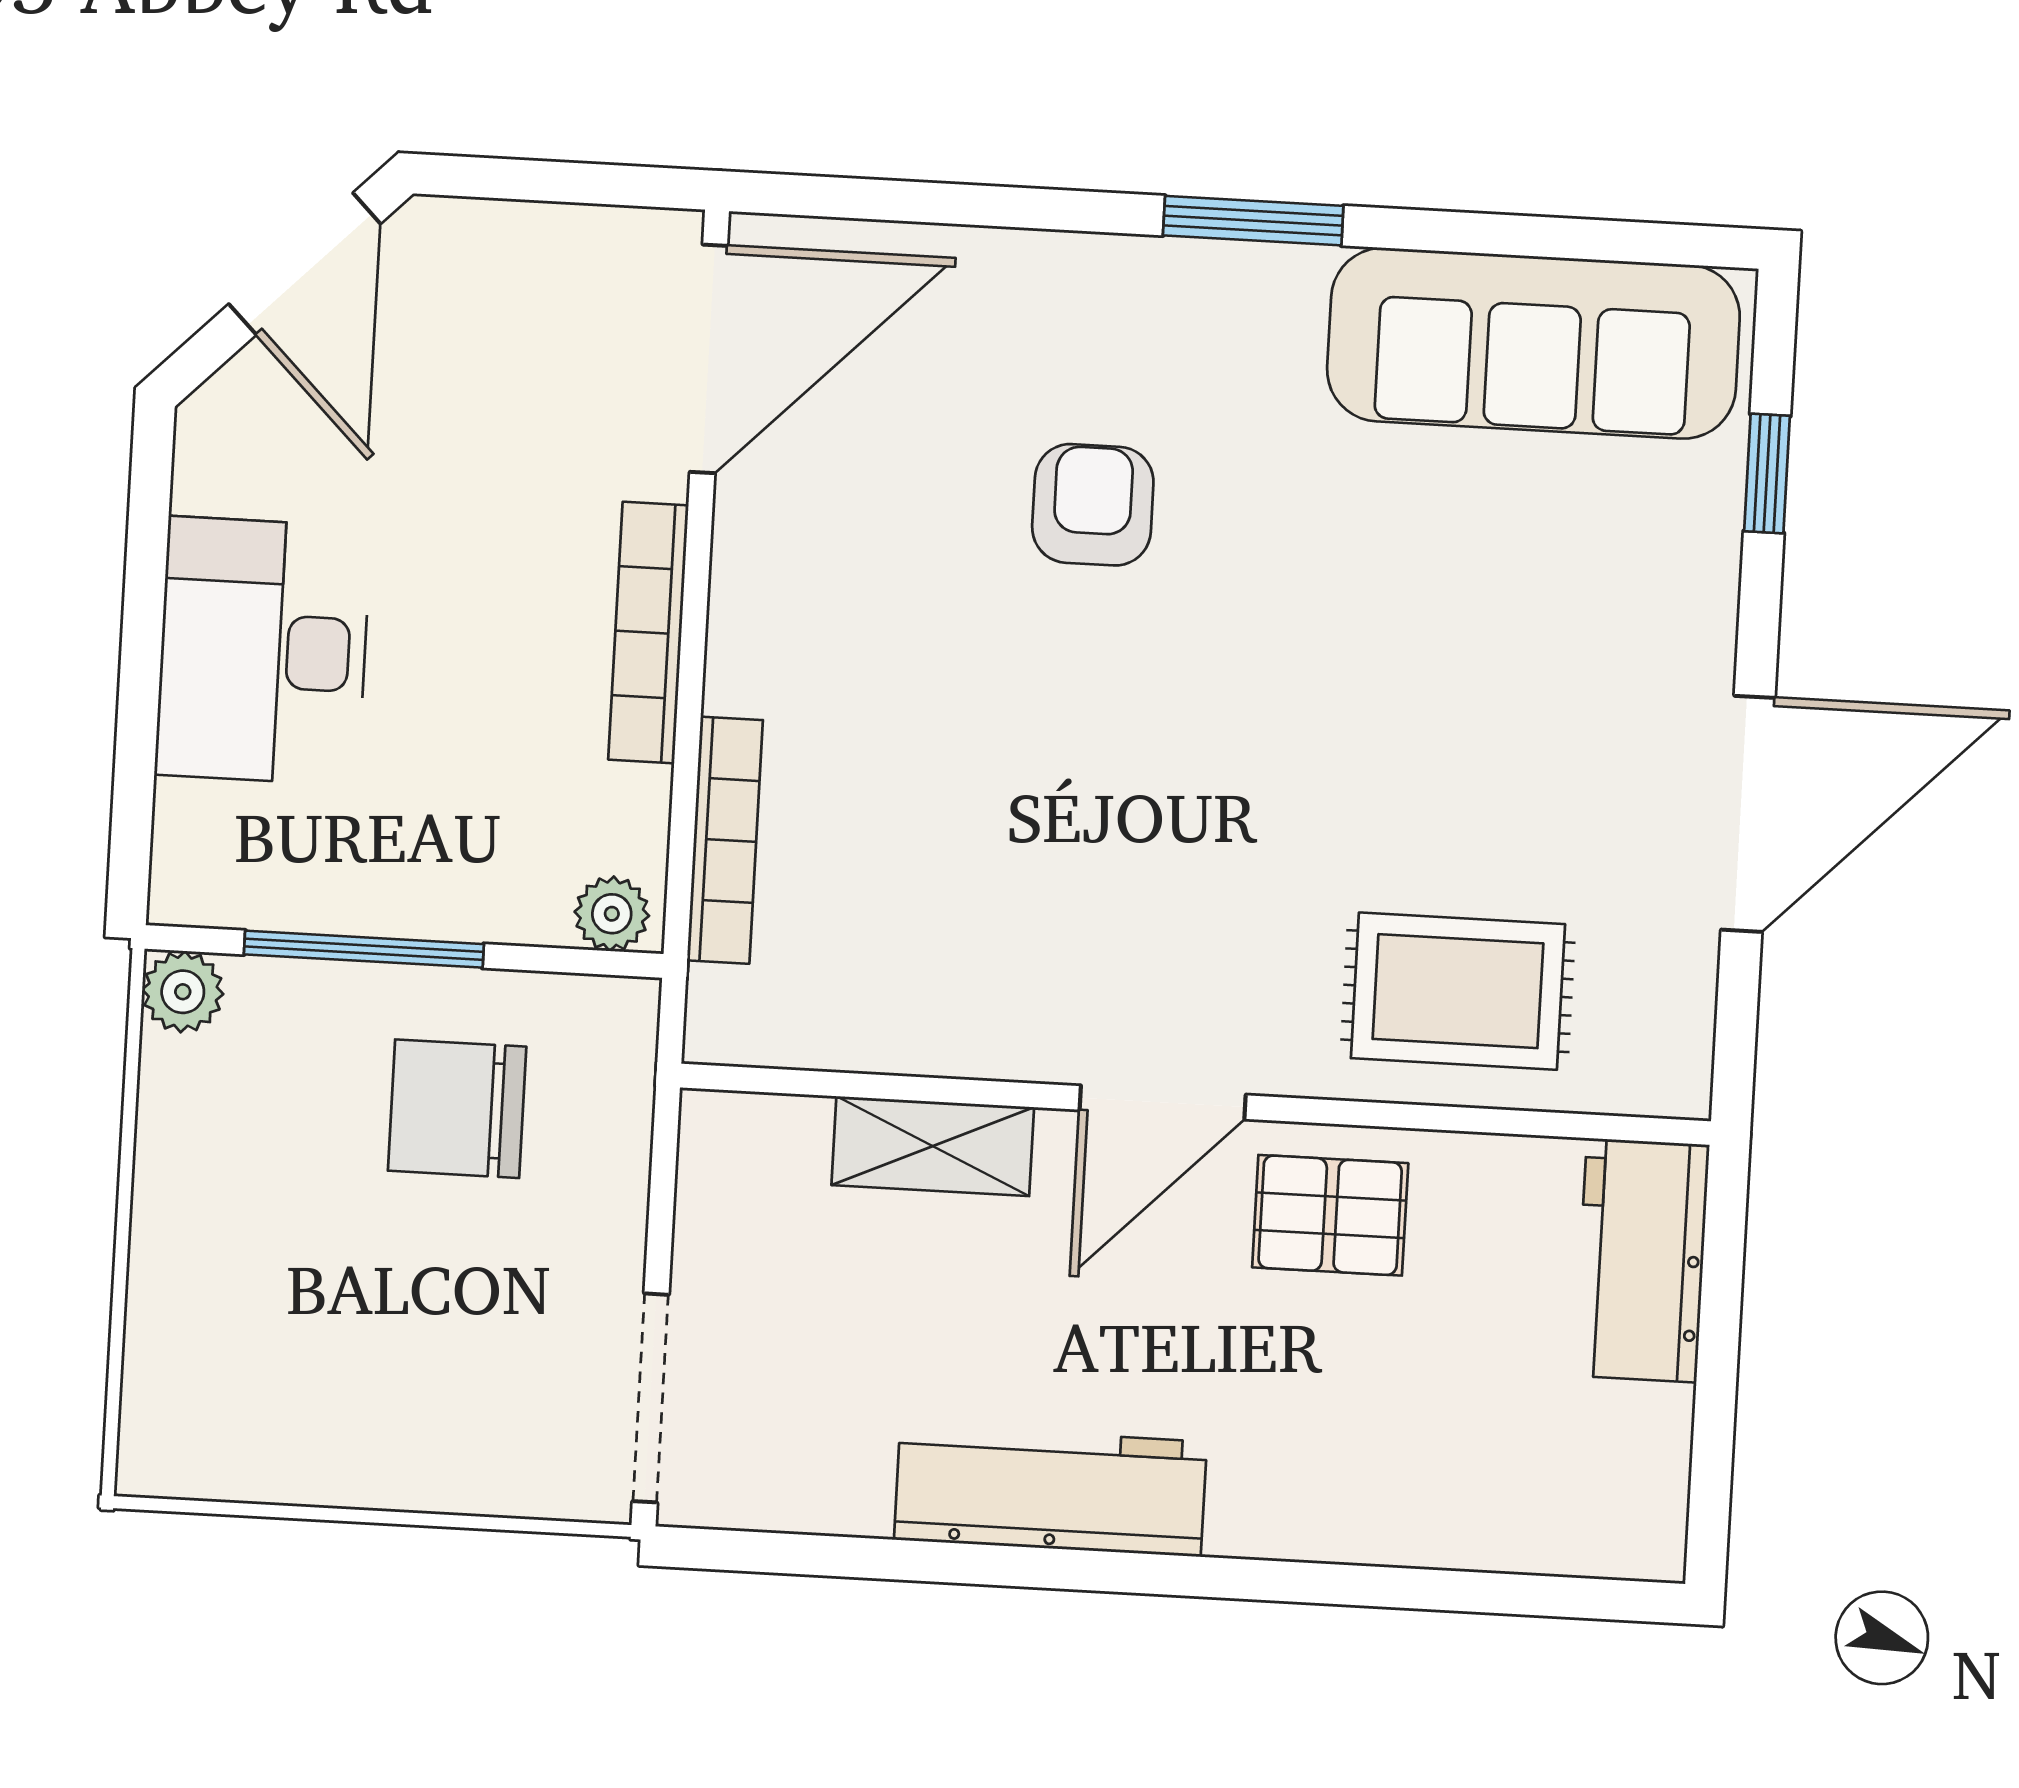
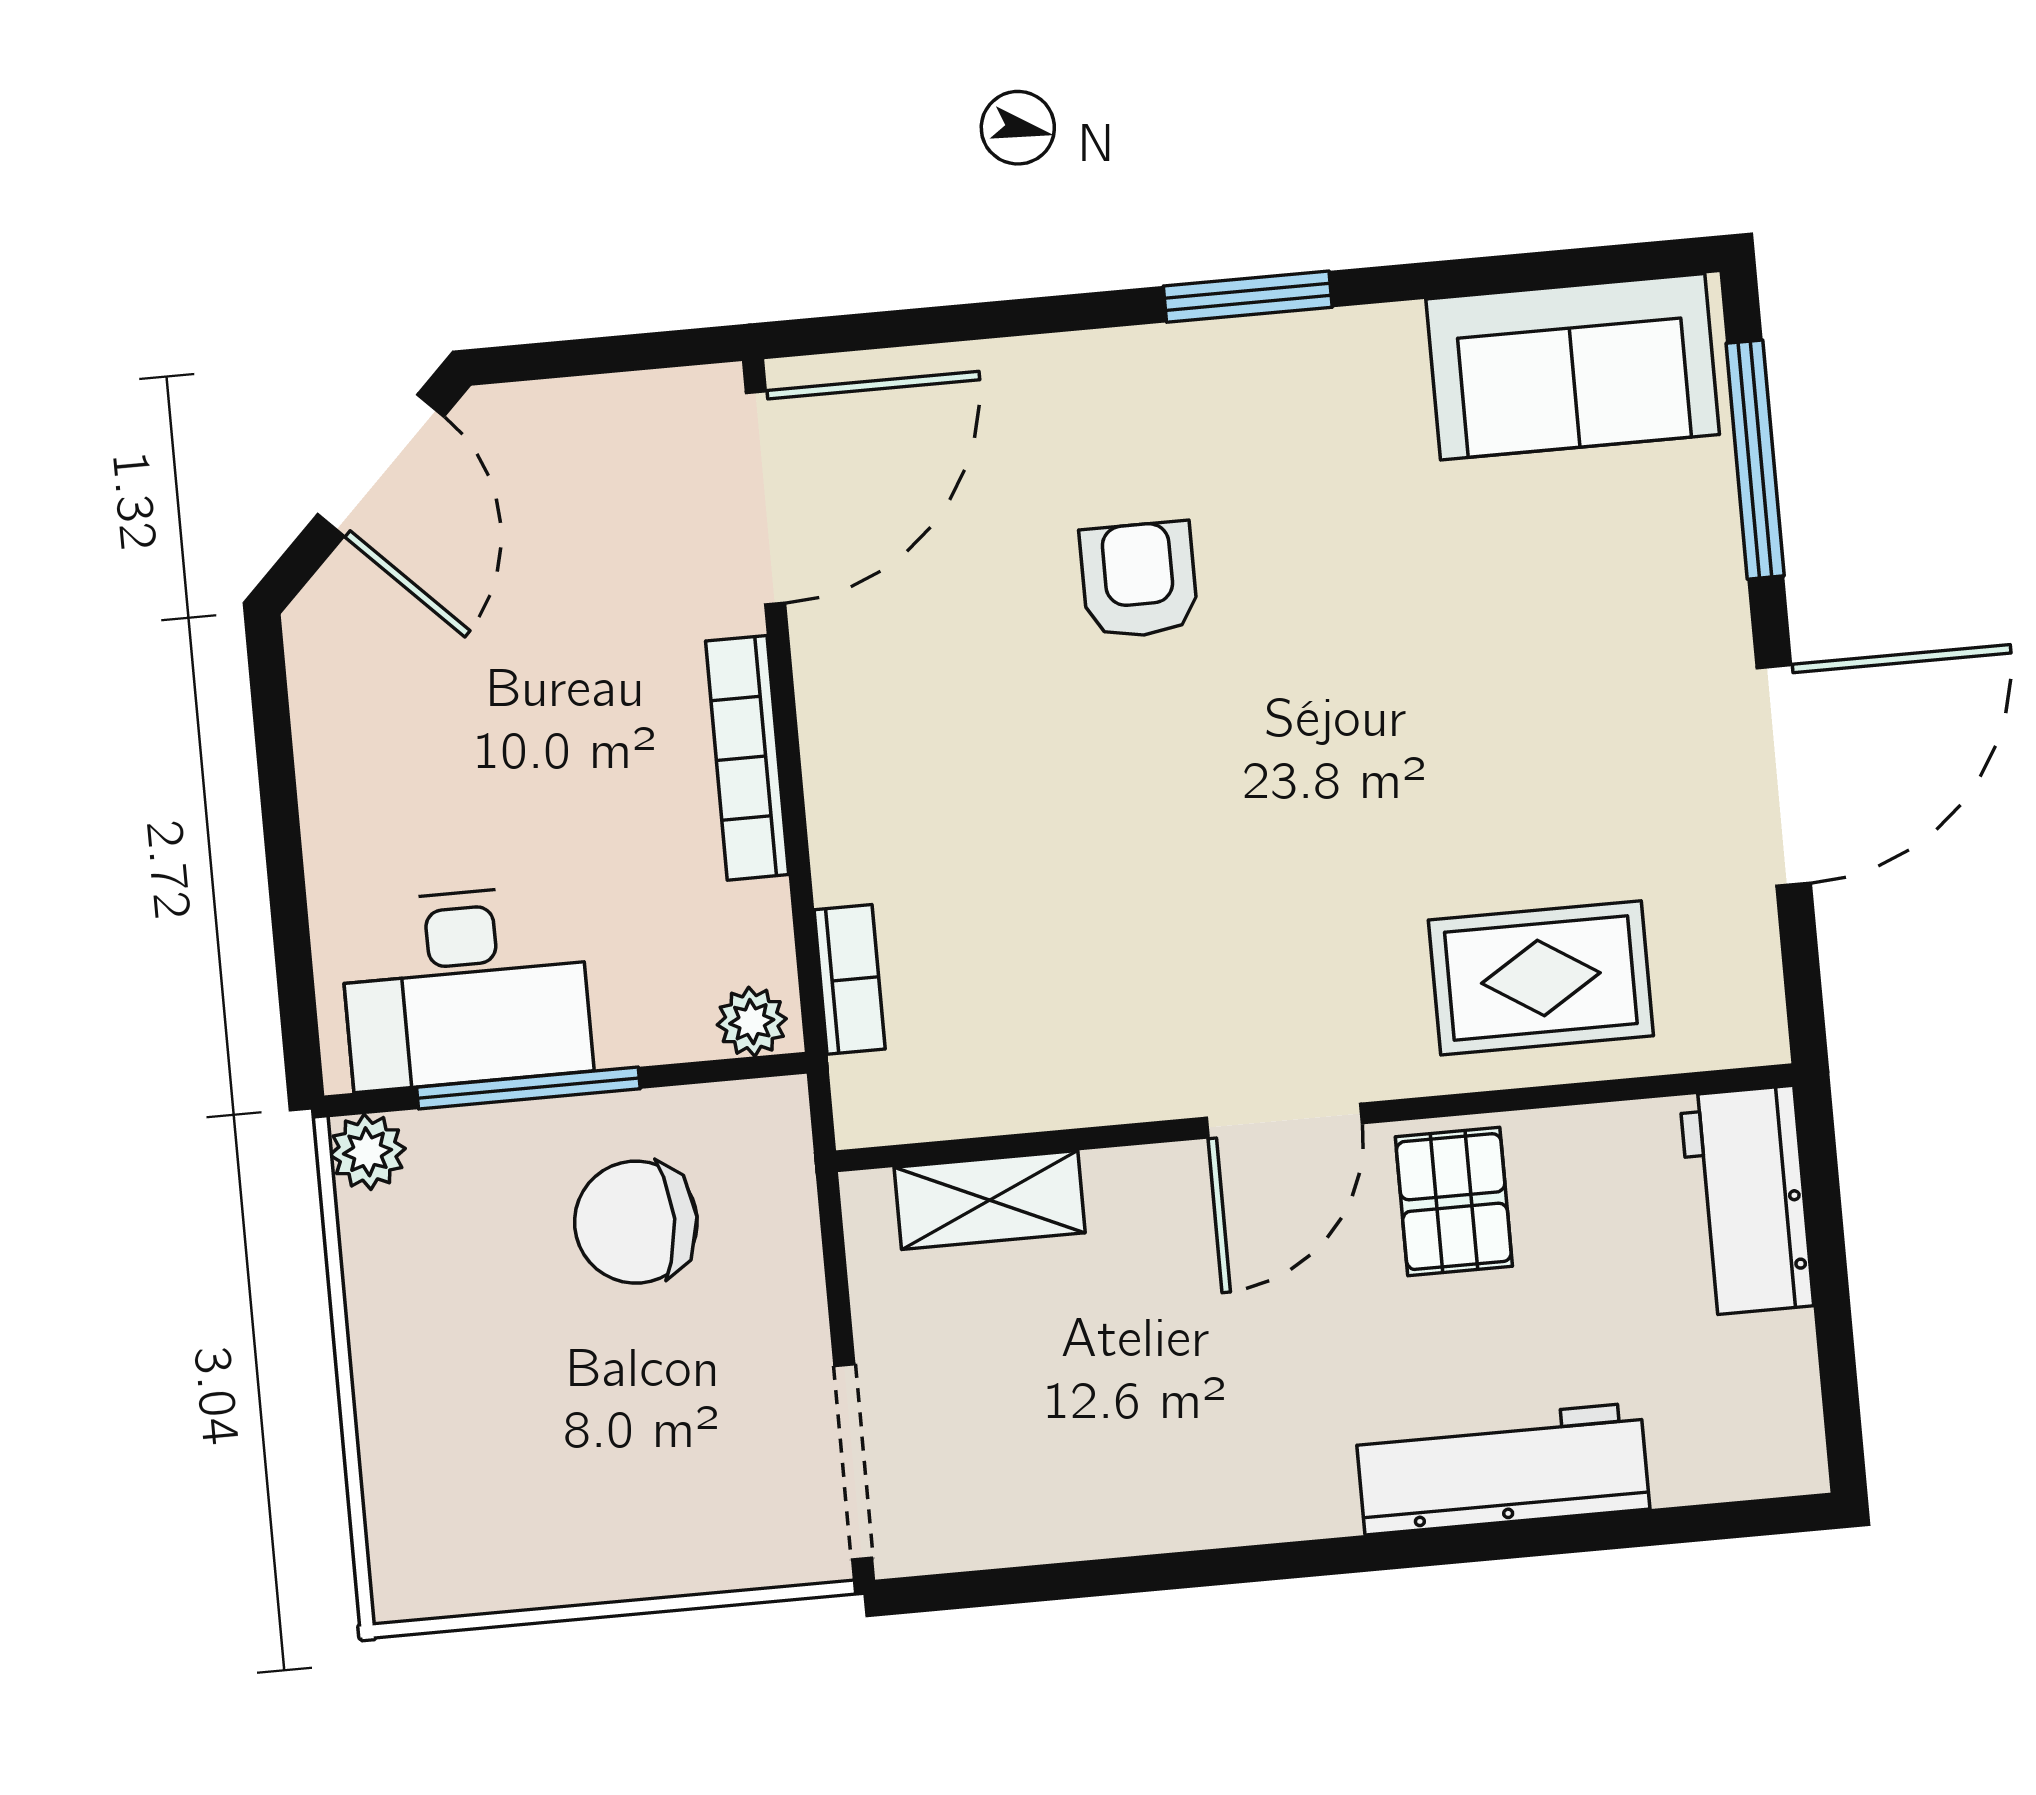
sofa: (1533, 343) -> (1573, 367), width x0.73
window: (1767, 474) -> (1755, 460), width x2.17
desk: (263, 651) -> (466, 988), moved, turned -90
bookcase: (725, 840) -> (850, 979), width x0.64
shelving: (933, 1146) -> (990, 1200), moved
pallet: (1330, 1215) -> (1454, 1202), turned 90
workbench: (1050, 1491) -> (1503, 1469), moved

